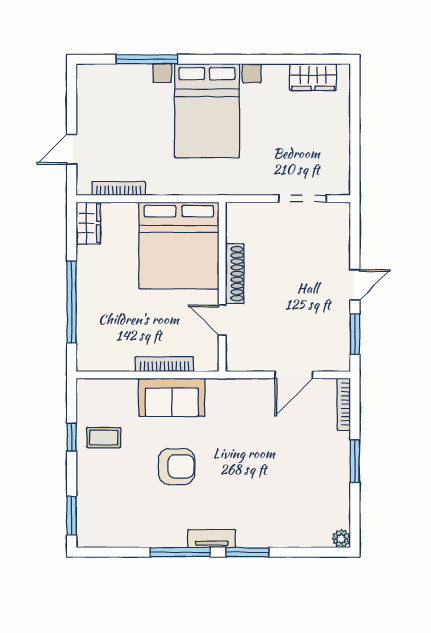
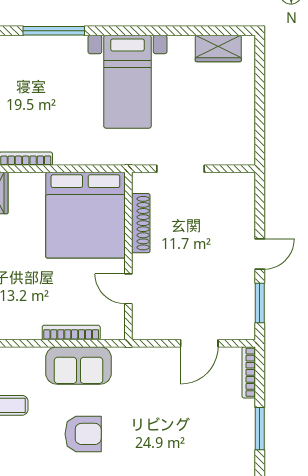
bed with nightstands: (207, 111) -> (127, 82), width x0.73
doorway: (302, 199) -> (180, 169), moved
shoe rack: (235, 274) -> (141, 223), moved

